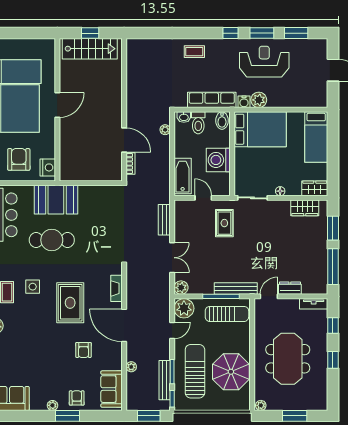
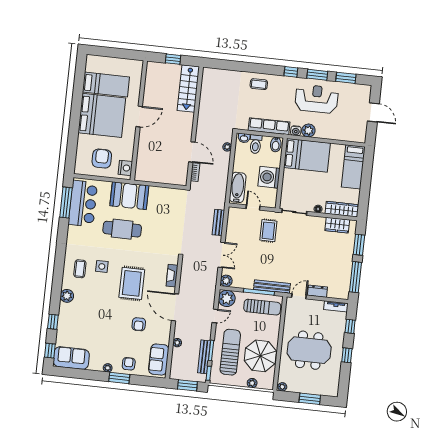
stairs: (90, 49) -> (188, 89), moved, turned 90
wardrobe: (315, 188) -> (342, 209), width x1.50
meeting table: (288, 359) -> (309, 350), turned 90
plant: (225, 405) -> (252, 383), added

